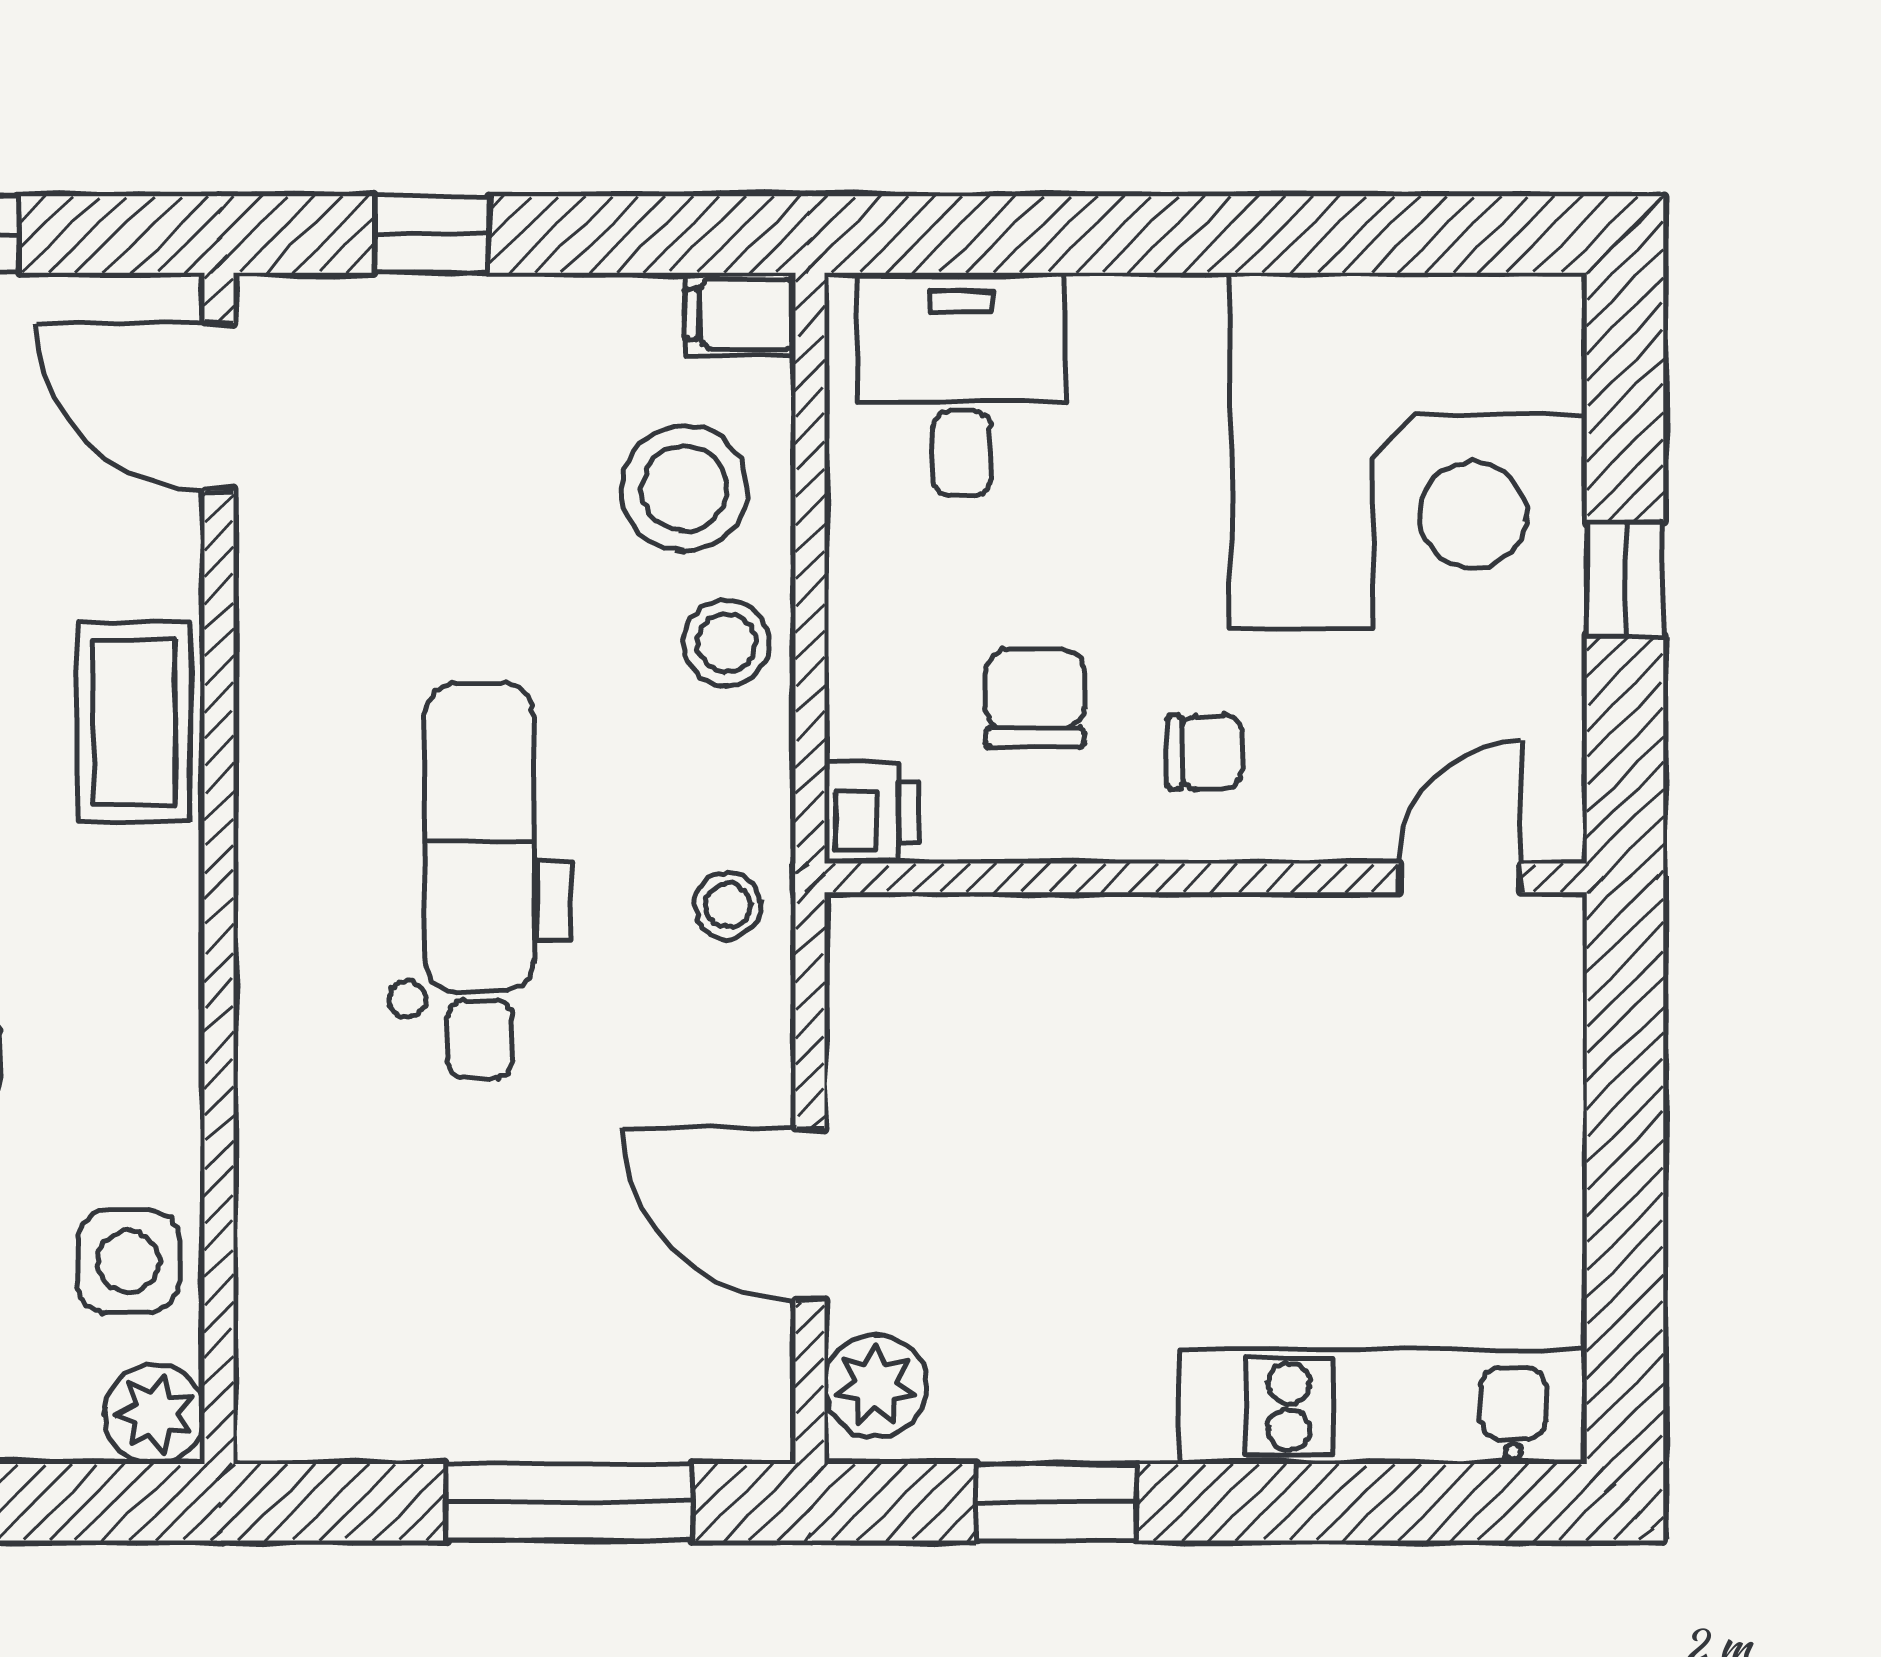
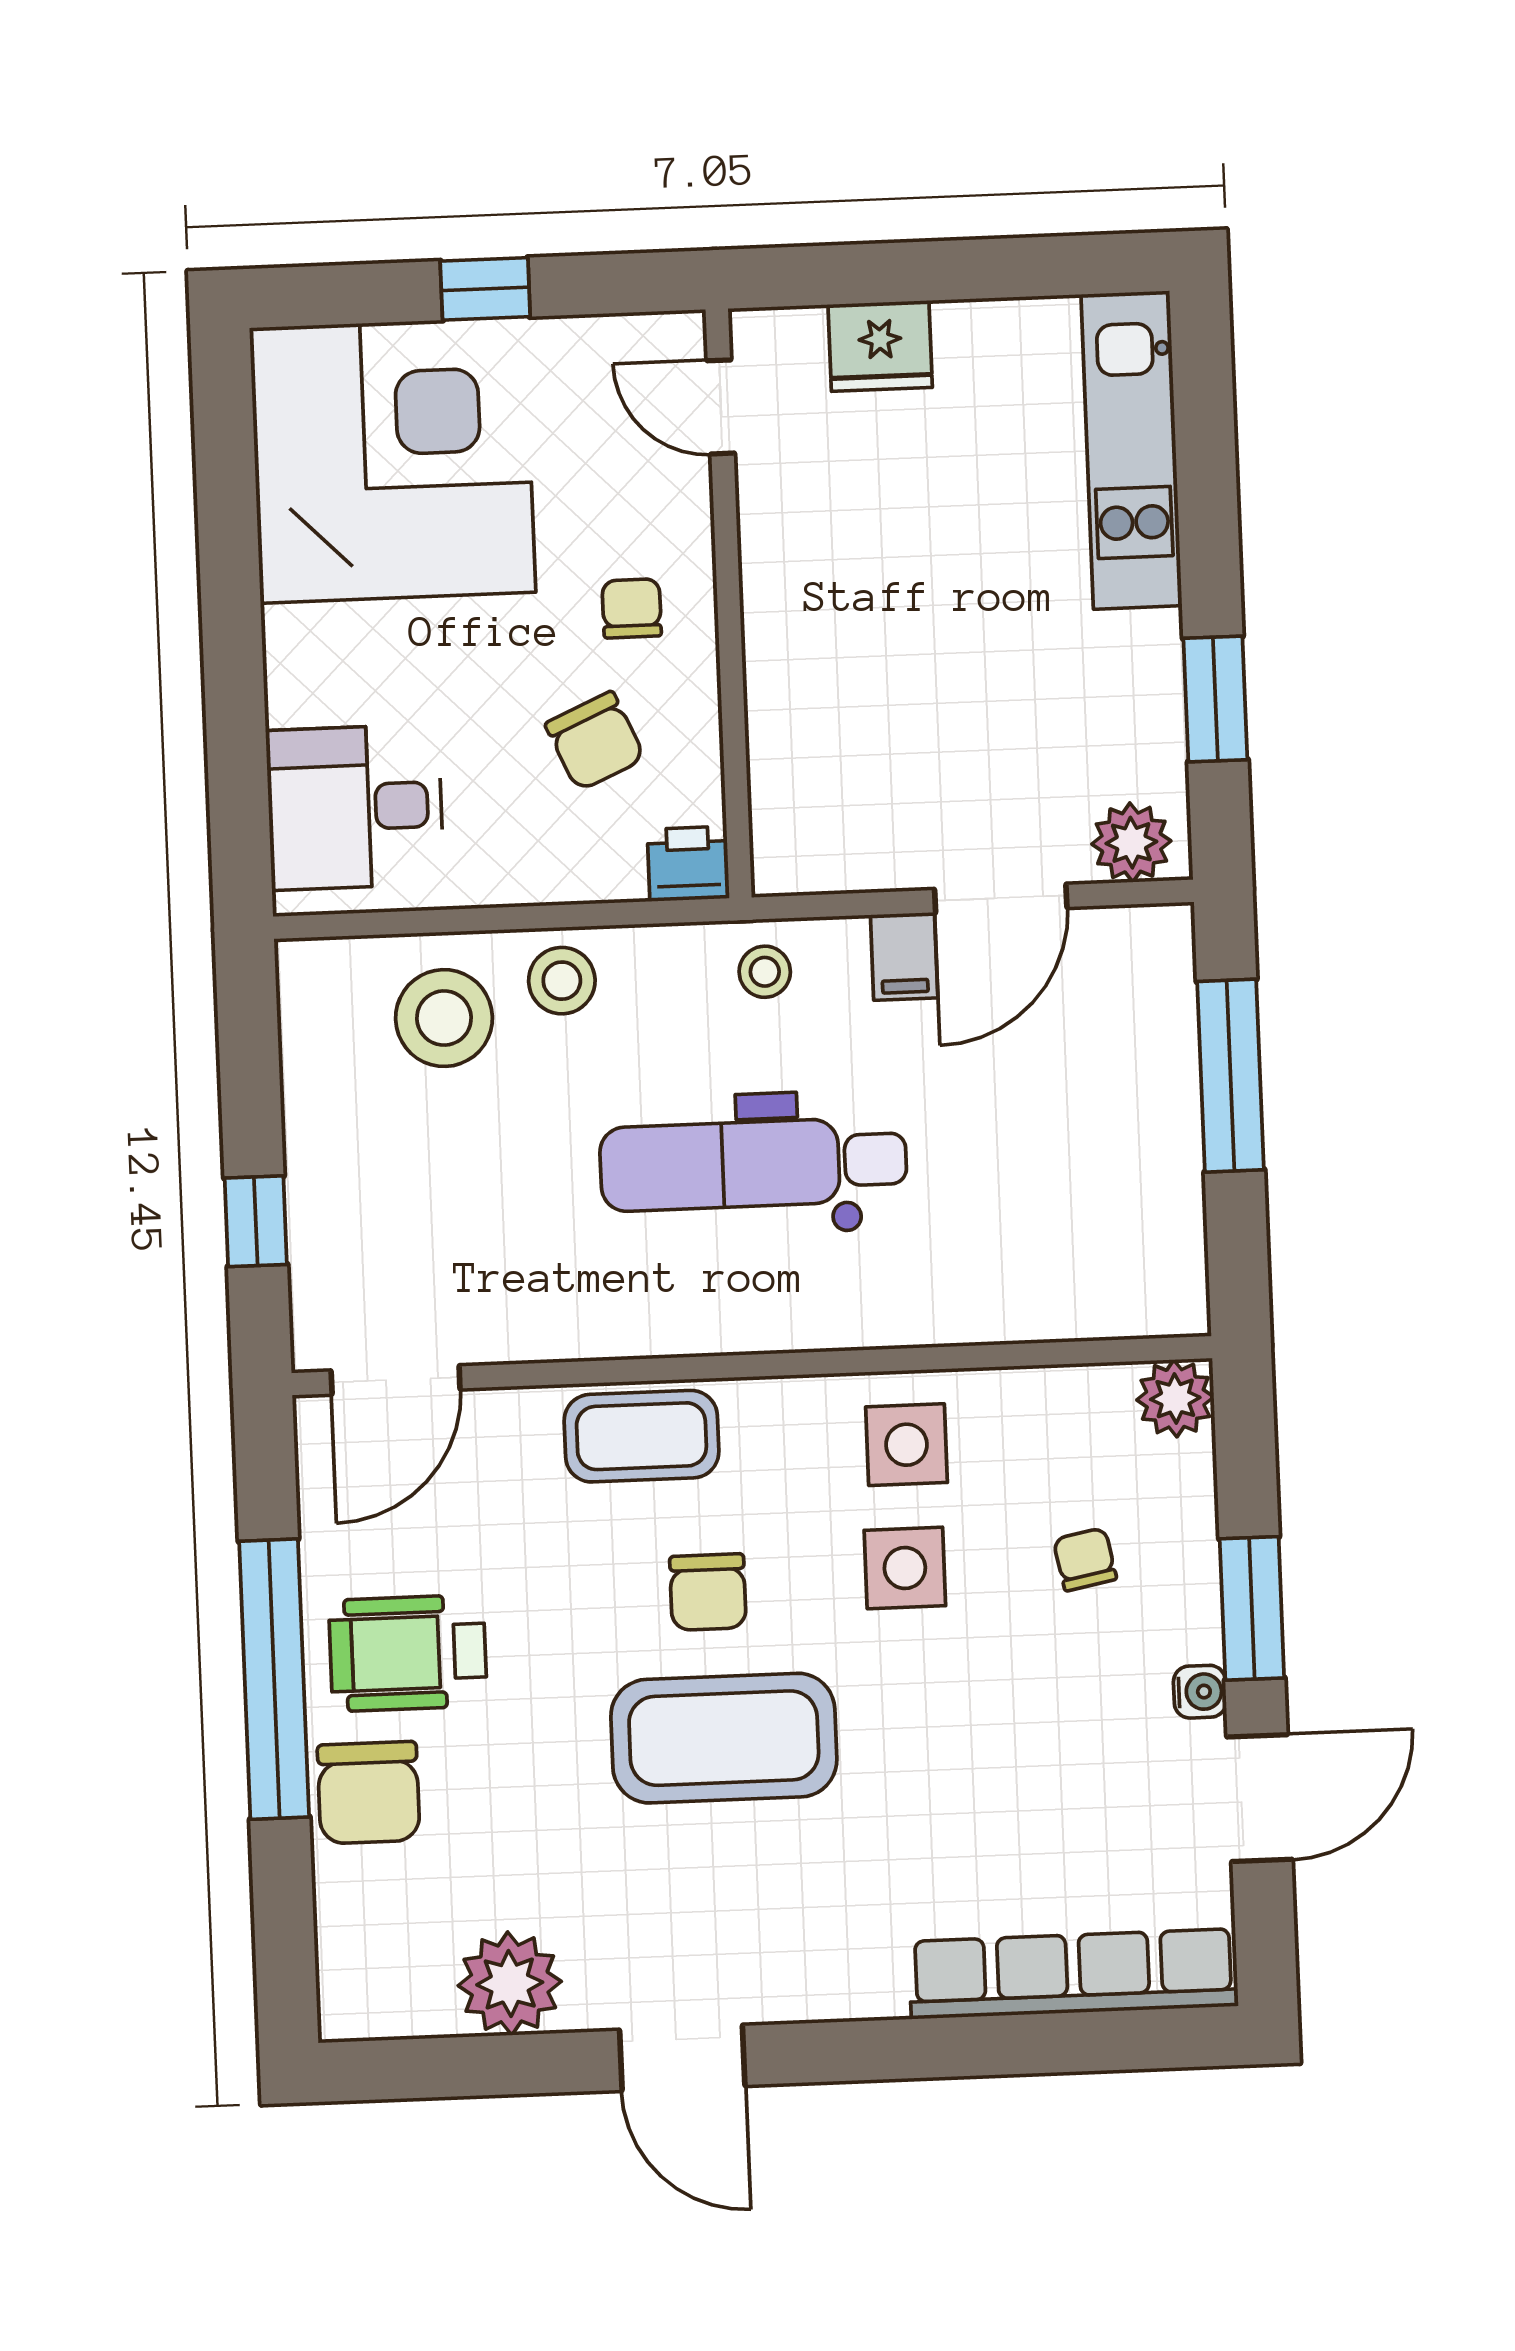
filing cabinet: (740, 314) -> (904, 956), moved
chair: (1035, 698) -> (595, 741), turned -114
fridge: (1531, 1087) -> (880, 346), added
side table: (128, 1261) -> (906, 1445), moved

